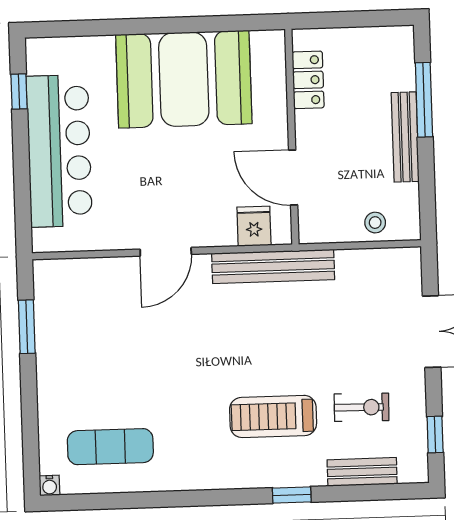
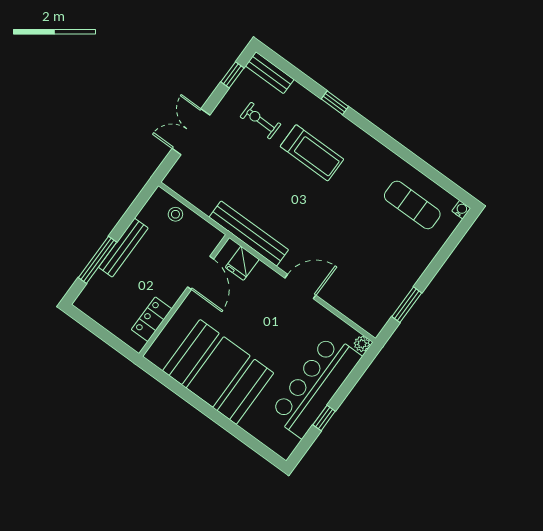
window: (19, 92) -> (324, 418), moved
plant: (43, 241) -> (362, 344), added
bench: (362, 472) -> (270, 73), moved

